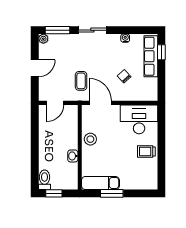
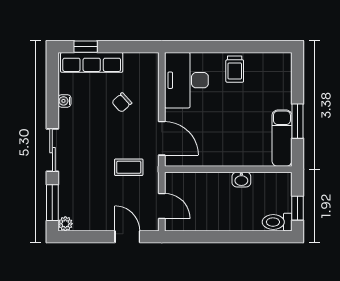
door: (35, 68) -> (127, 237), moved
door: (100, 103) -> (162, 138), swing flipped
stool: (90, 139) -> (216, 153), removed

